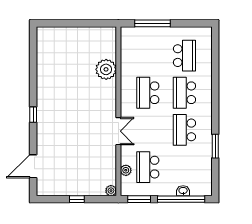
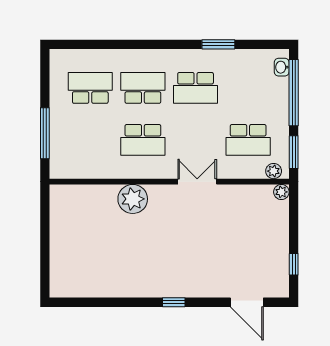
plant: (106, 69) -> (133, 199), moved
school desk: (184, 93) -> (143, 88), turned 180
plant: (126, 170) -> (274, 171), moved
washbasin: (183, 191) -> (282, 67), moved
window: (77, 199) -> (294, 264), moved

